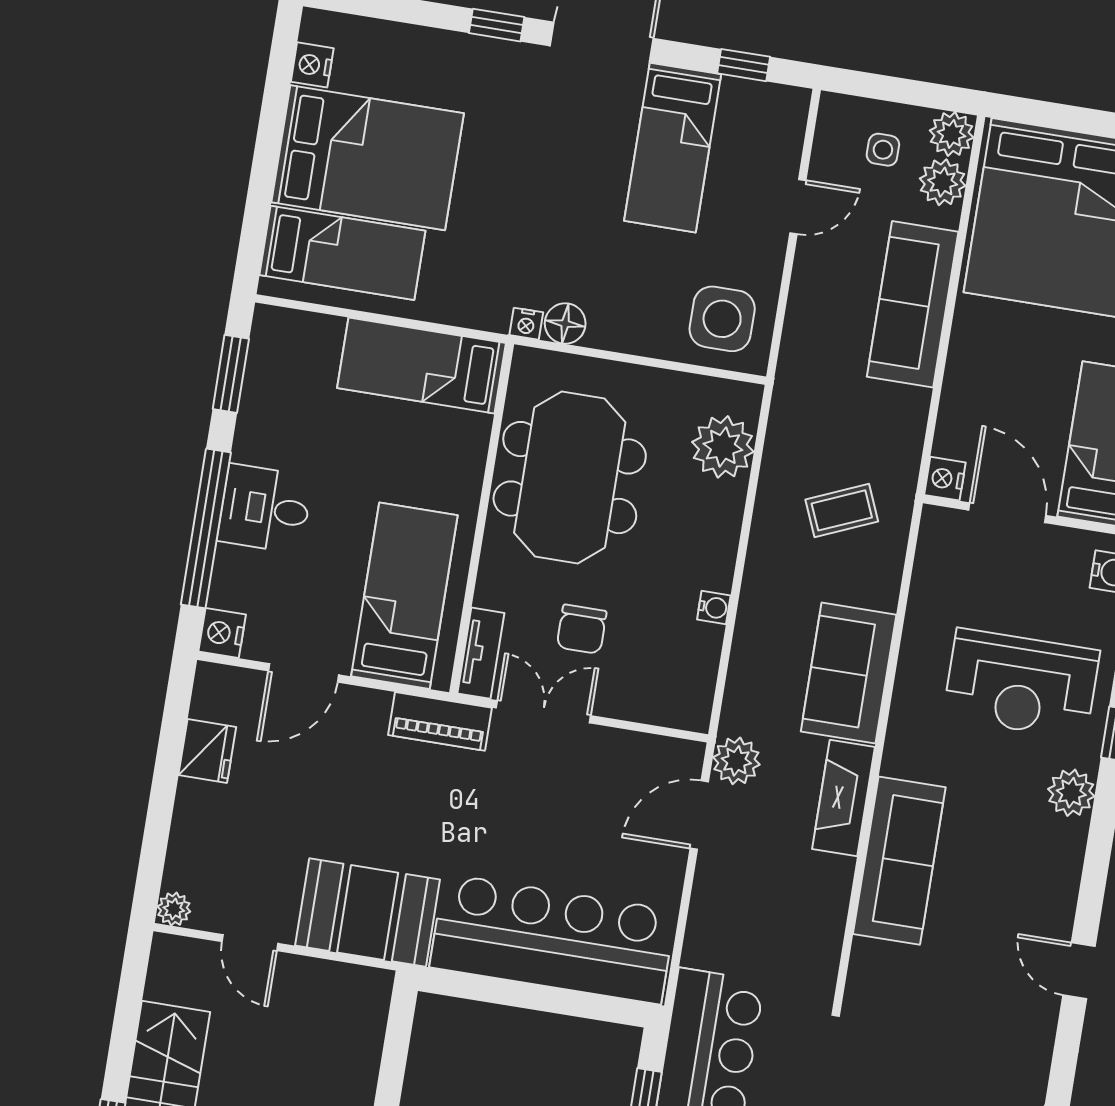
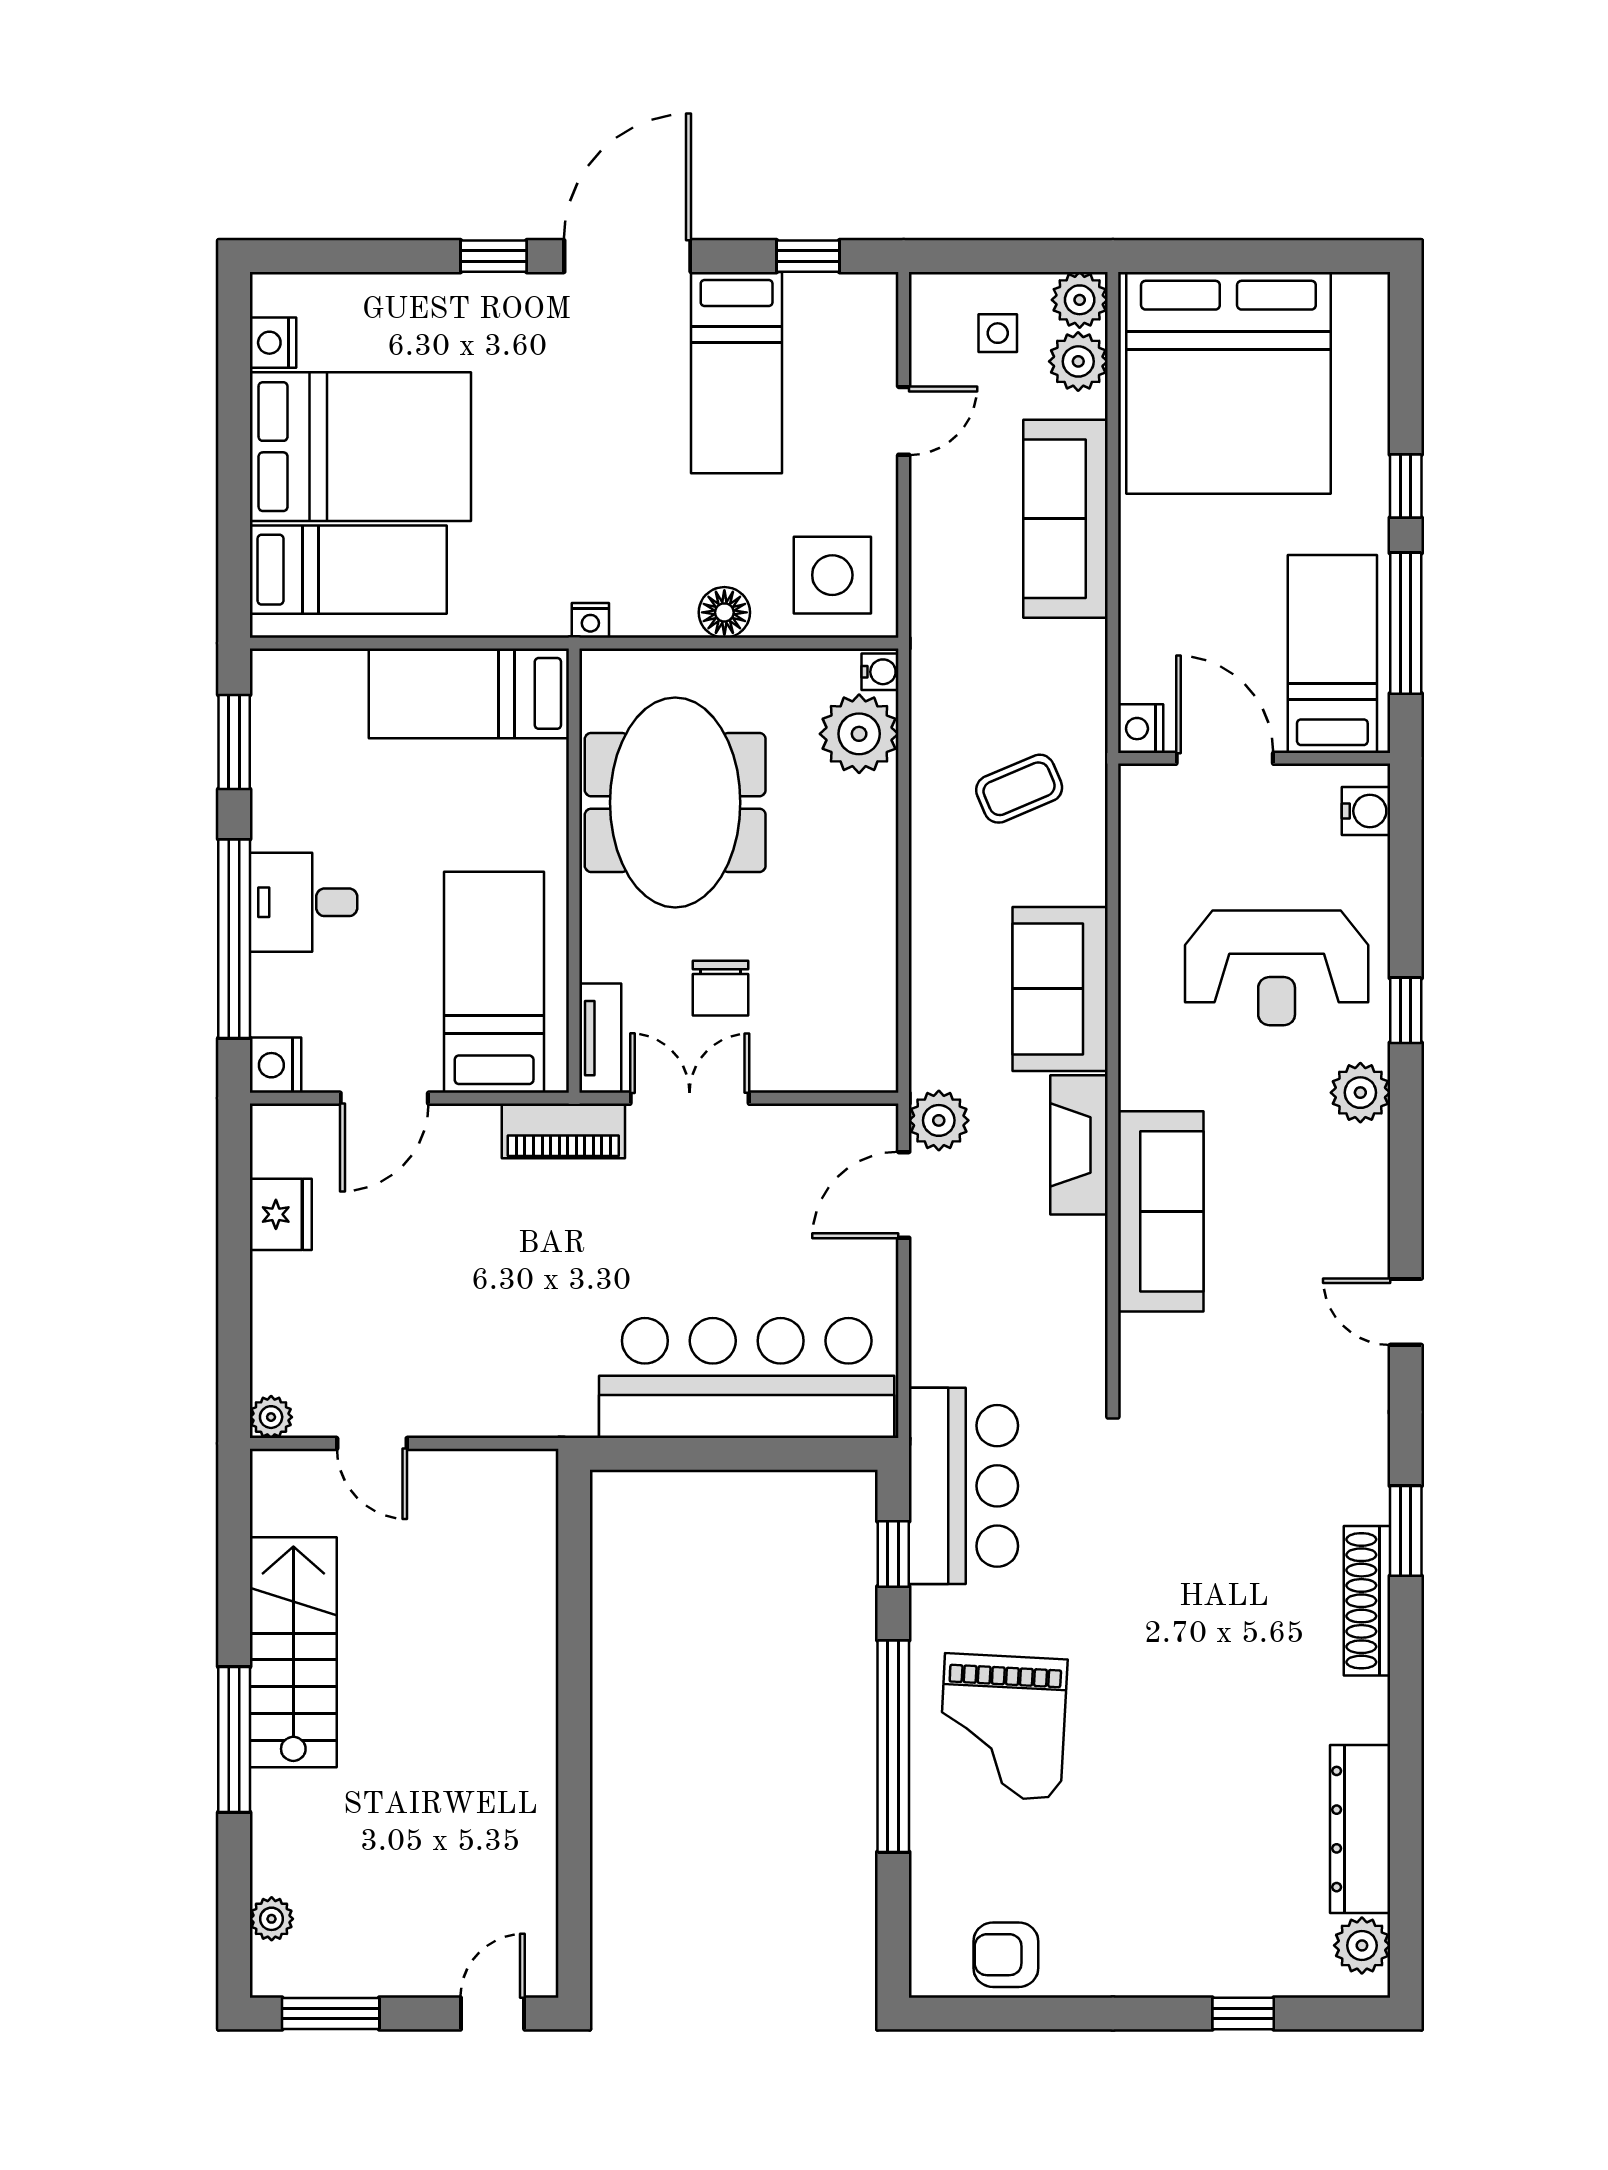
floor lamp: (565, 324) -> (724, 612), moved
water cooler: (714, 608) -> (880, 672), moved
booth: (368, 913) -> (512, 1382), removed

